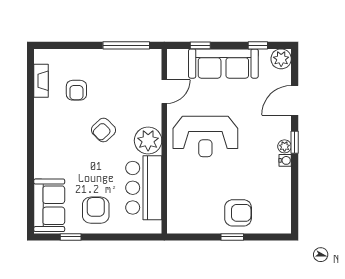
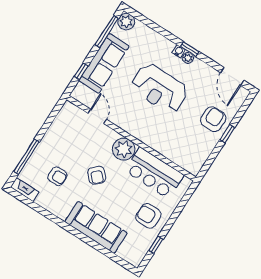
window: (126, 45) -> (26, 157), moved
window: (258, 45) -> (107, 32), width x2.17
fireplace: (41, 81) -> (25, 190), moved
door: (295, 100) -> (232, 76), moved
reception desk: (205, 136) -> (159, 88), moved, turned 90
water cooler: (285, 160) -> (179, 51), moved
sofa: (49, 205) -> (96, 227), moved, width x1.36

